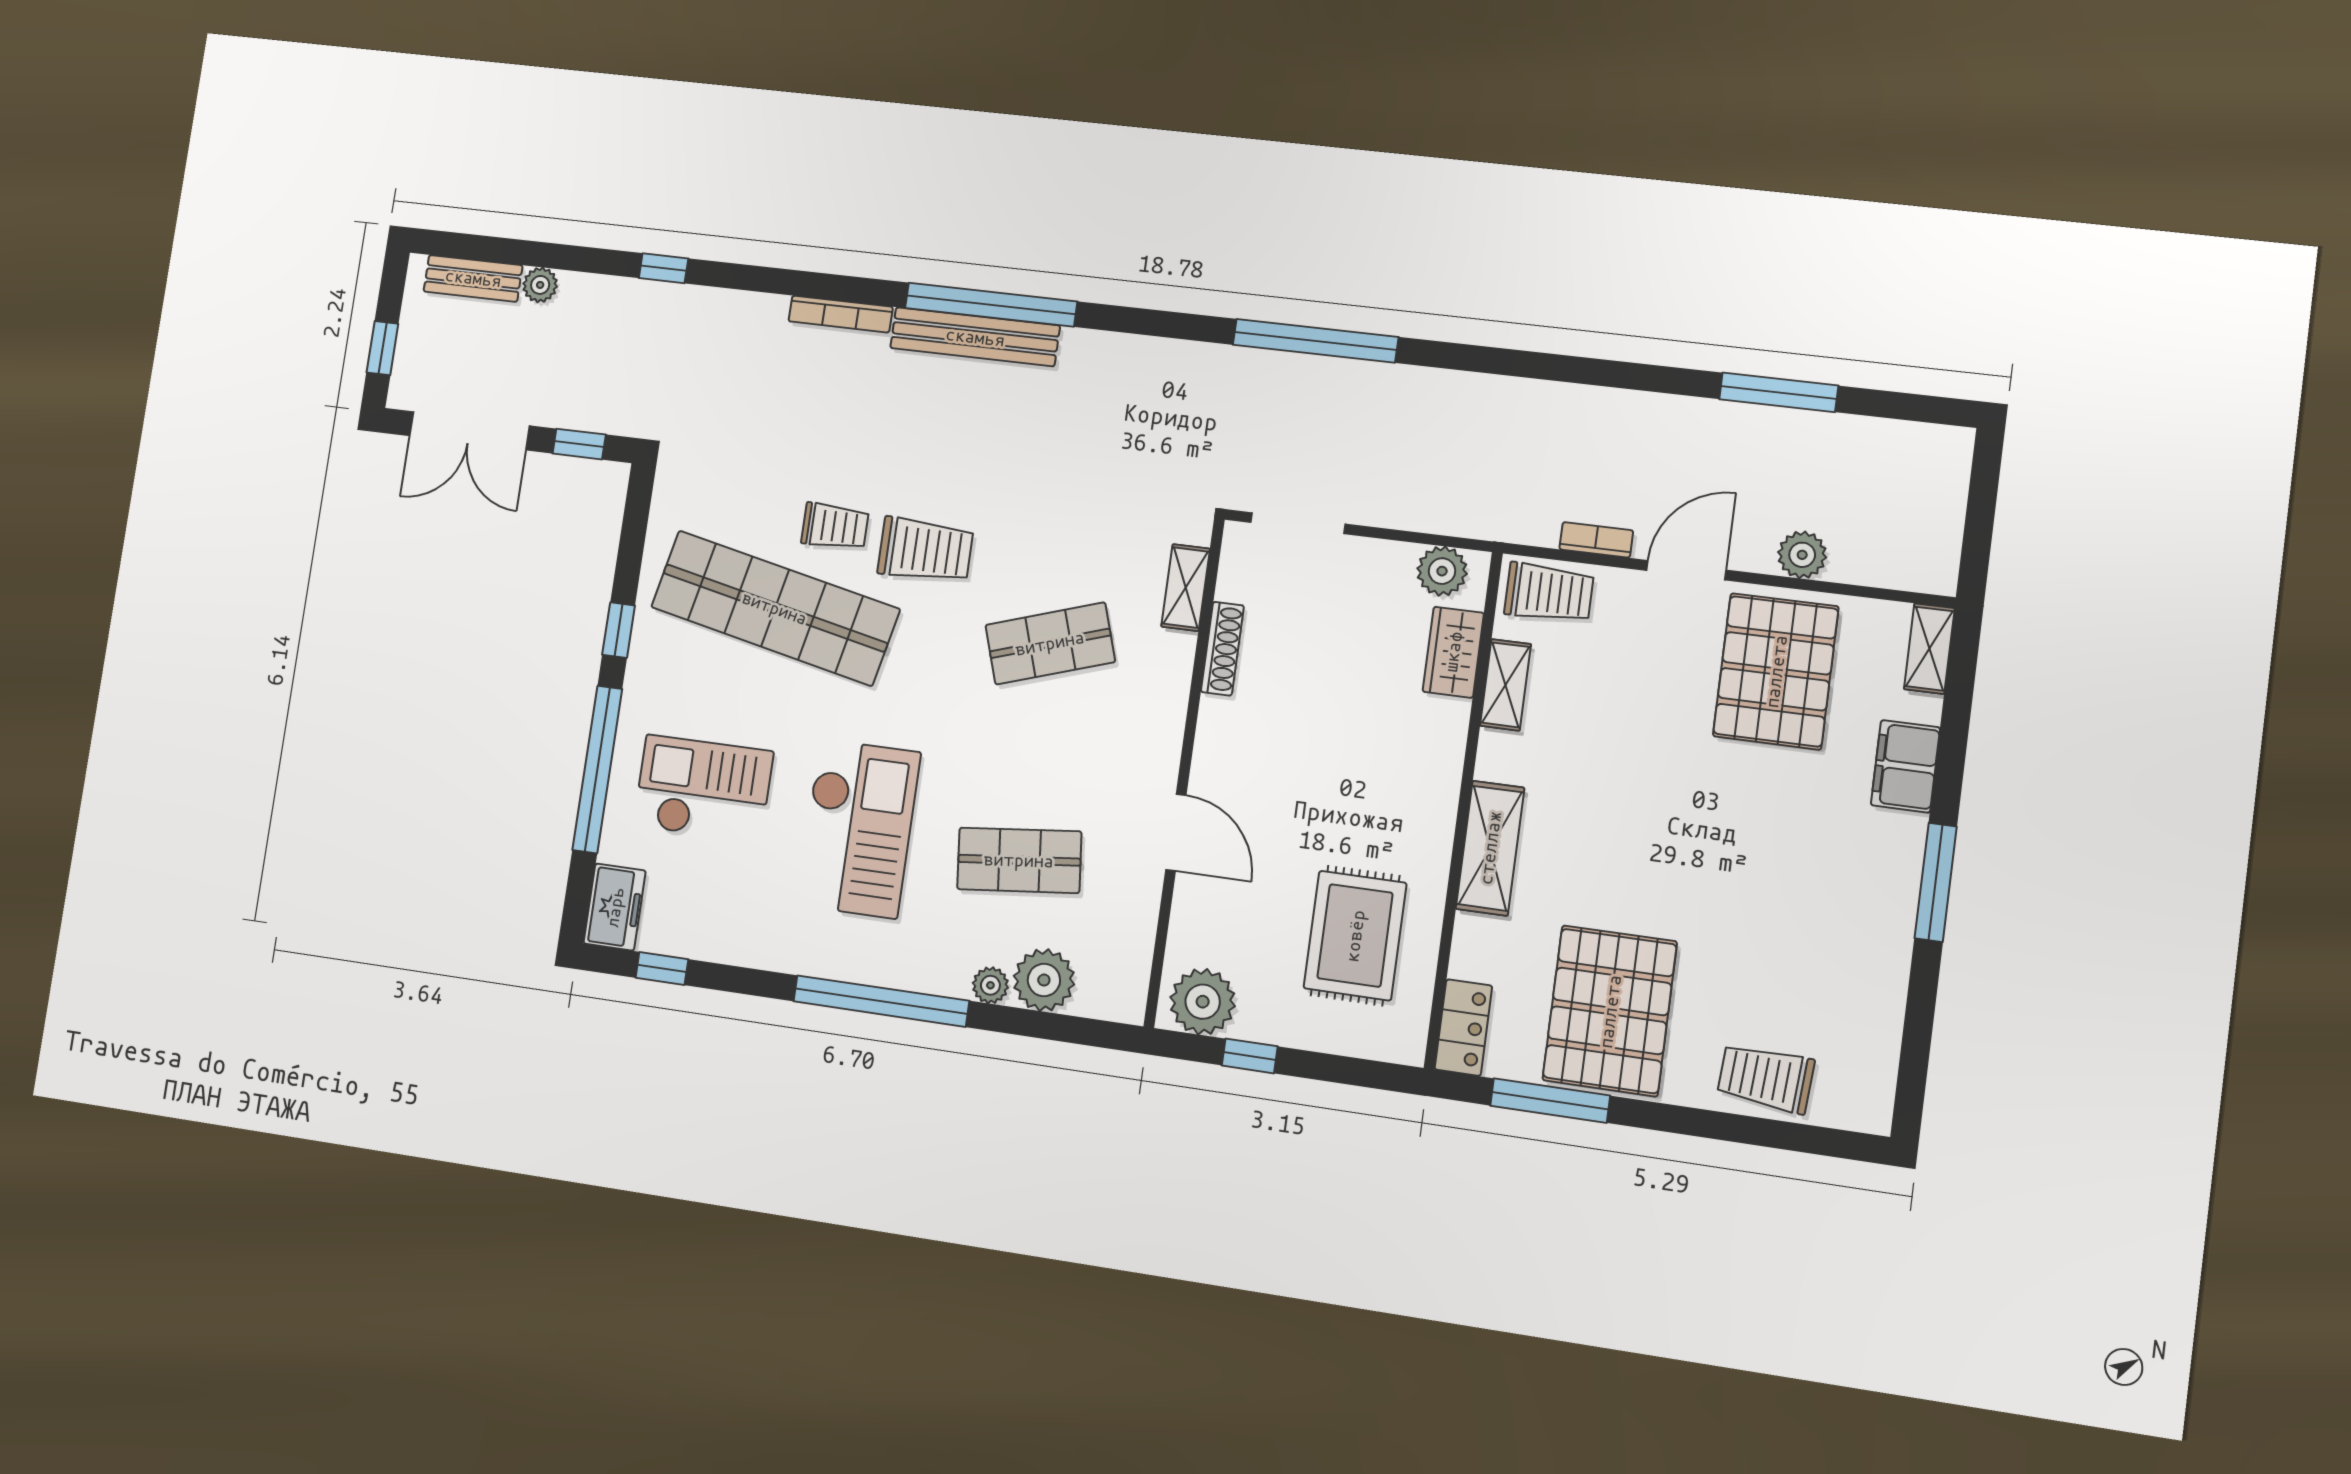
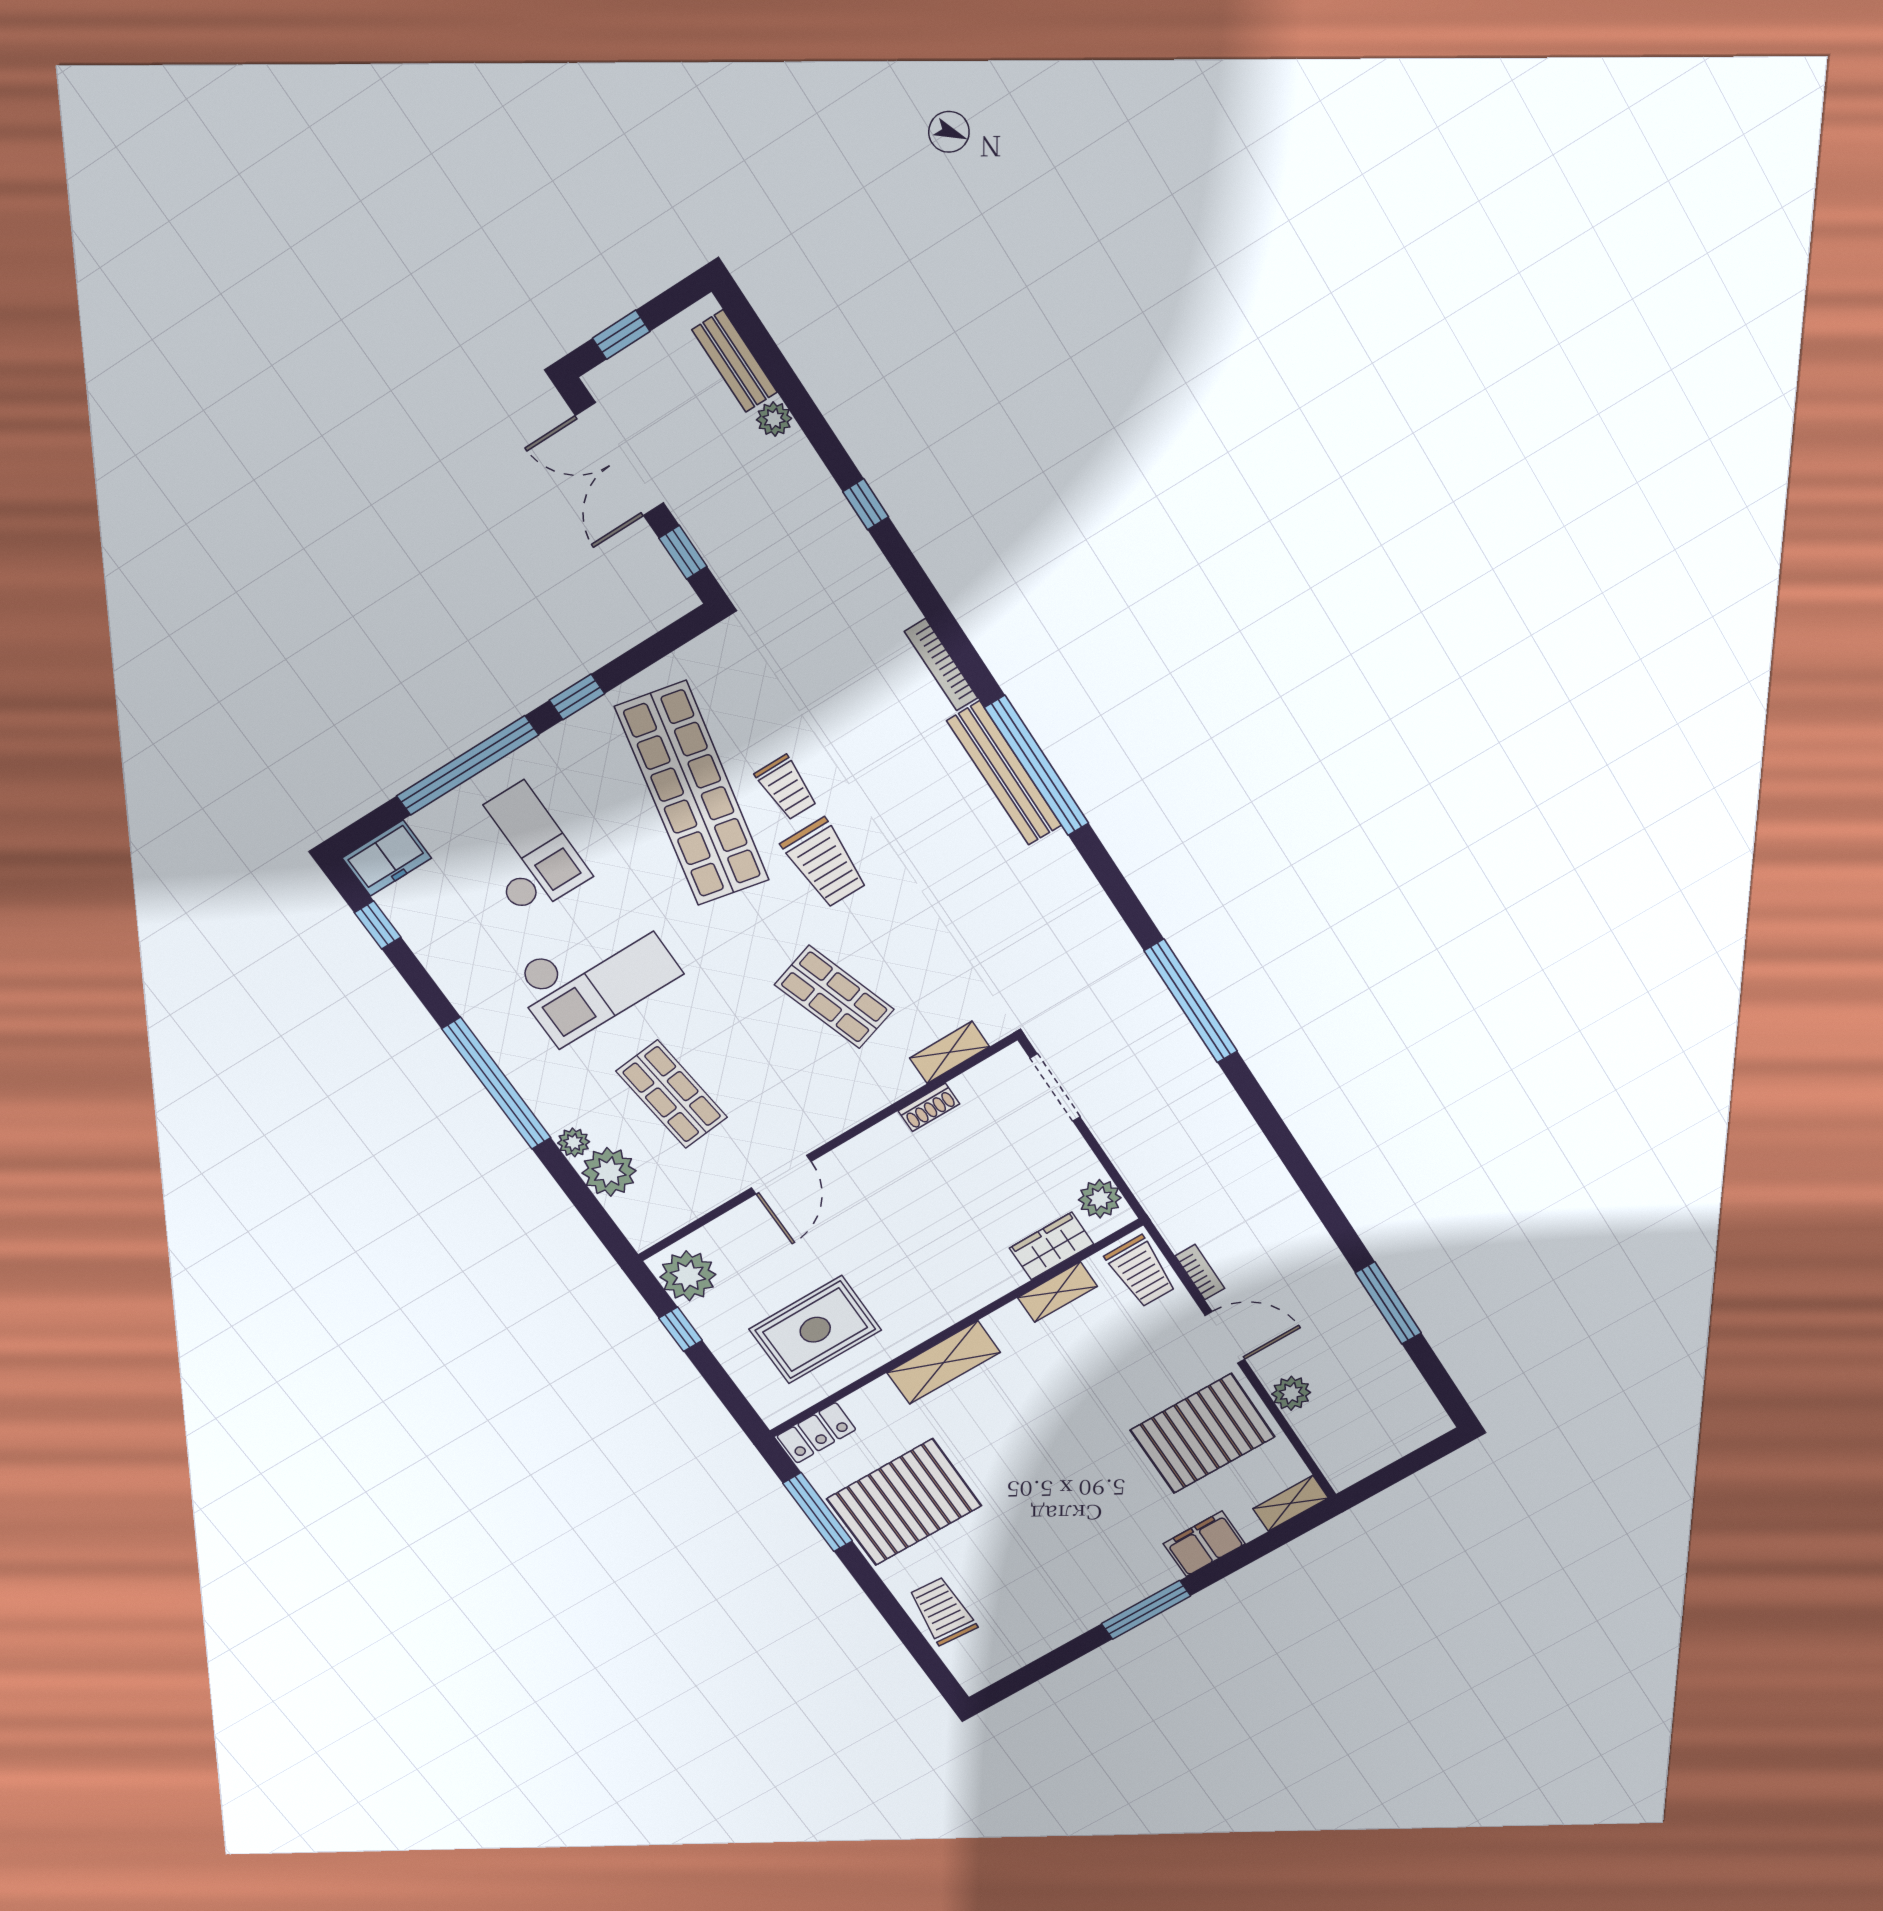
shoe rack: (1222, 649) -> (929, 1107), width x0.70

